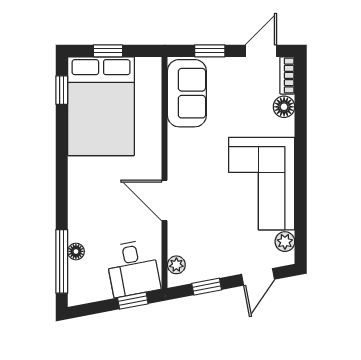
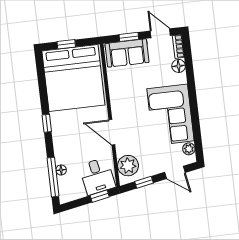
door: (261, 51) -> (160, 33), hinge flipped
window: (62, 90) -> (47, 123), moved
sofa: (187, 93) -> (127, 53), moved, turned 90
bed: (101, 106) -> (73, 78), width x1.36
plant: (176, 265) -> (128, 166), width x1.87, depth x1.87
door: (258, 277) -> (175, 172), hinge flipped

